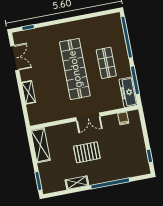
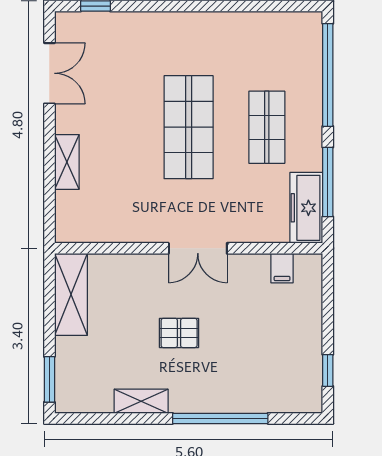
shop shelf: (75, 69) -> (189, 127), width x0.71
pallet: (87, 152) -> (179, 333), width x0.67, depth x0.71

